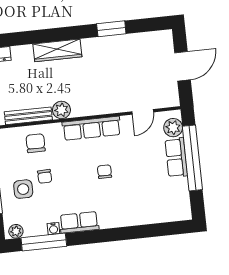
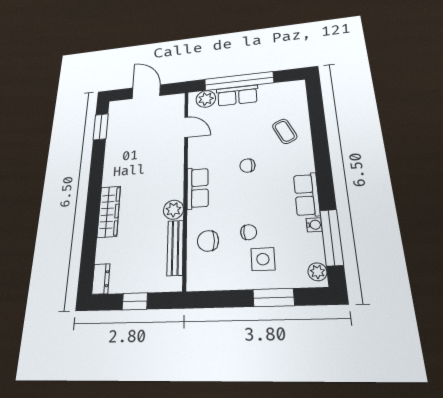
window: (111, 29) -> (101, 127), moved
row of seats: (92, 128) -> (198, 188), width x0.68
coffee table: (138, 203) -> (285, 131), added

